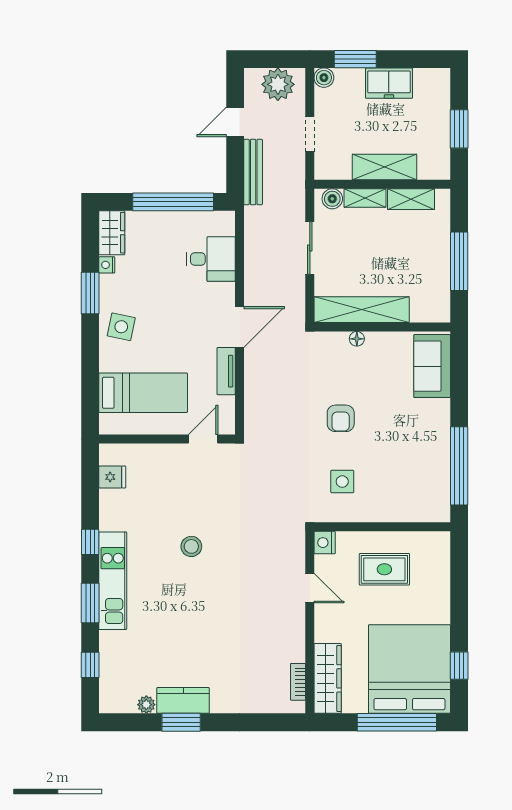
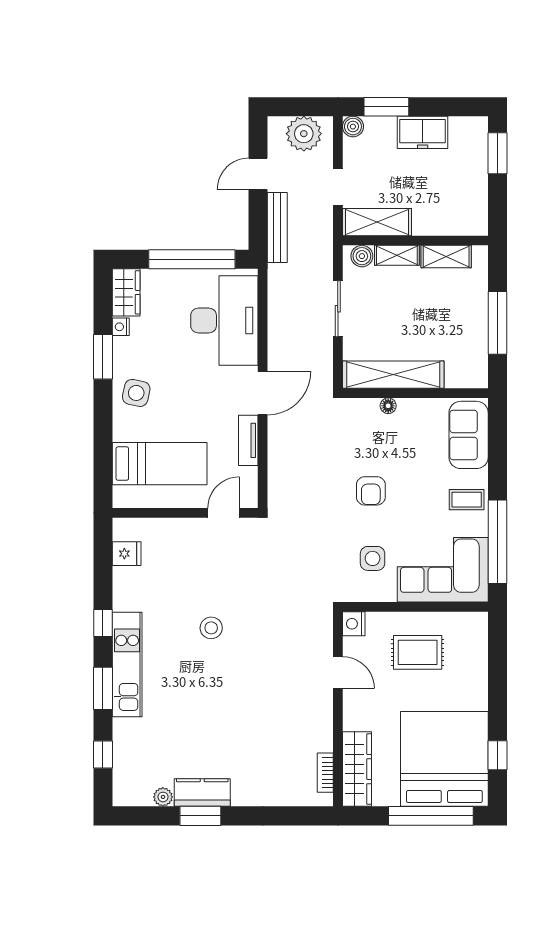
window: (459, 129) -> (497, 153), moved
shelving: (384, 167) -> (377, 222), moved
desk: (211, 259) -> (224, 320), width x1.87, depth x1.30
coffee table: (430, 427) -> (467, 500), added
corner sofa: (408, 492) -> (443, 570), added

